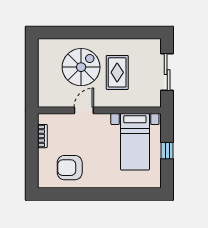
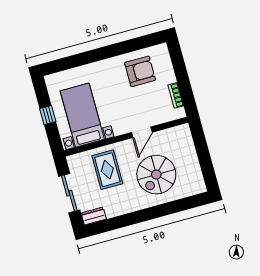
dresser: (150, 44) -> (94, 216), added
rug: (117, 72) -> (107, 170), moved

